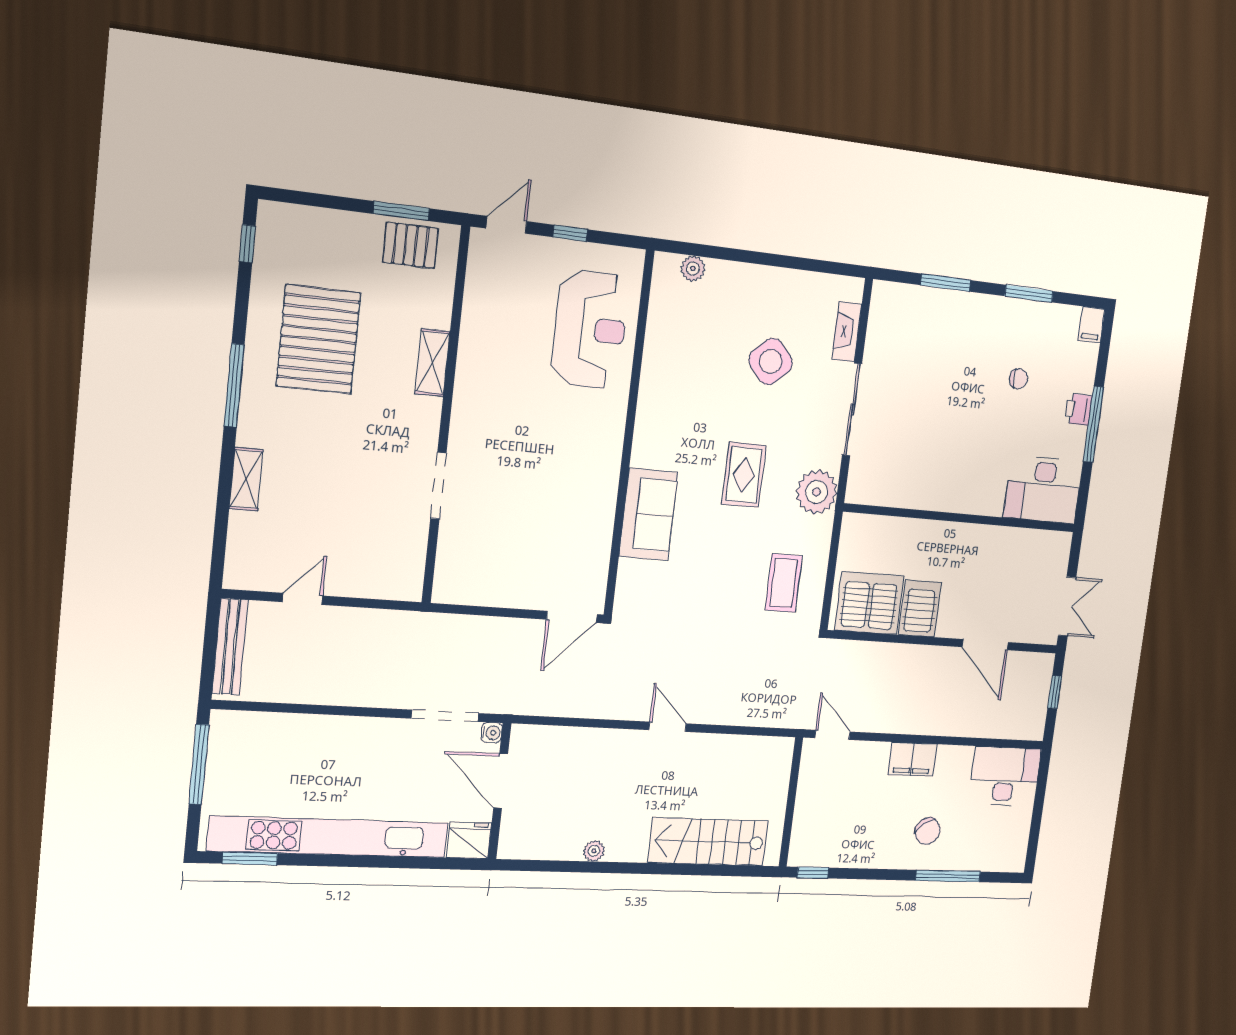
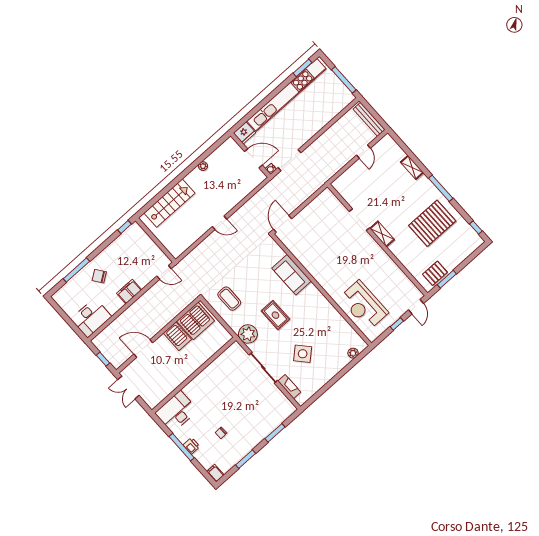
pallet: (319, 339) -> (432, 223), turned 90
shelving: (432, 363) -> (382, 234), moved

